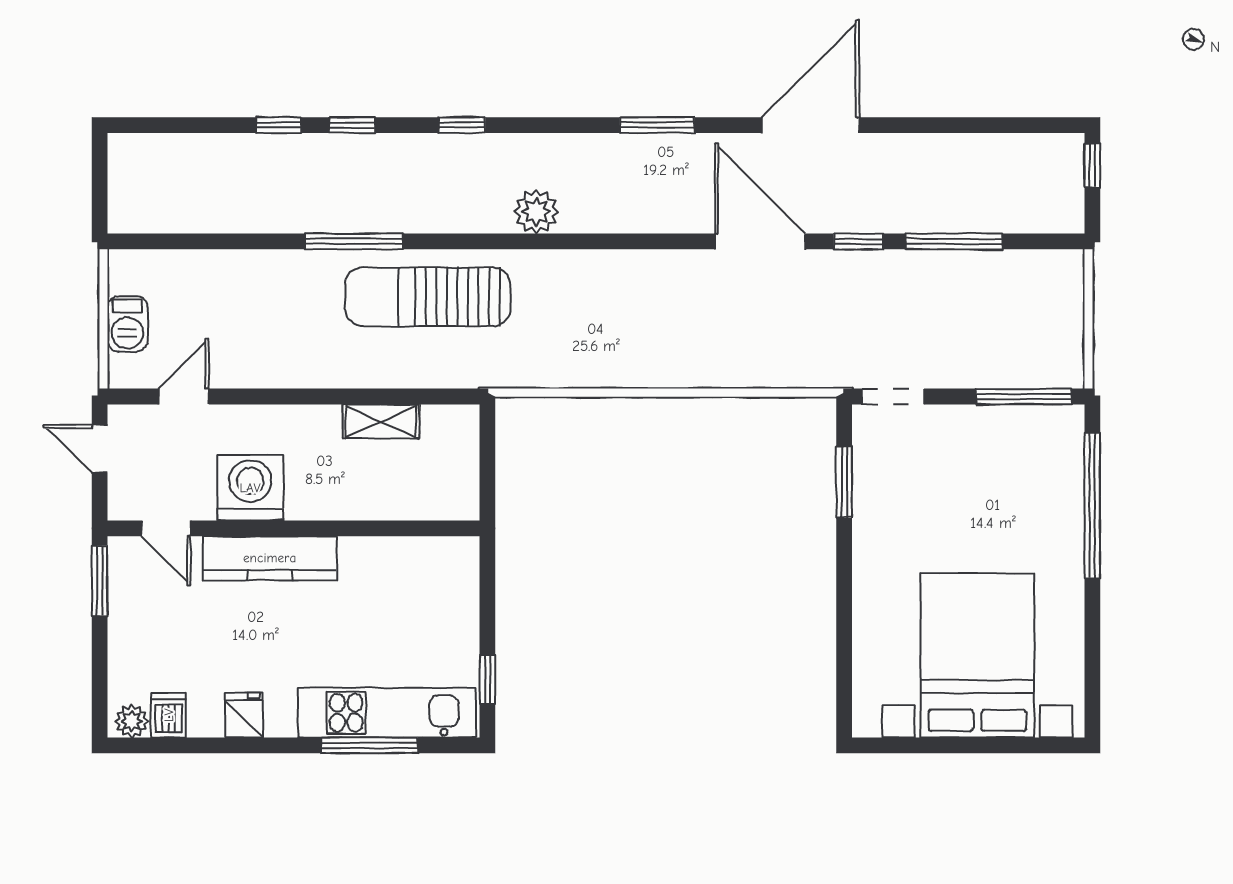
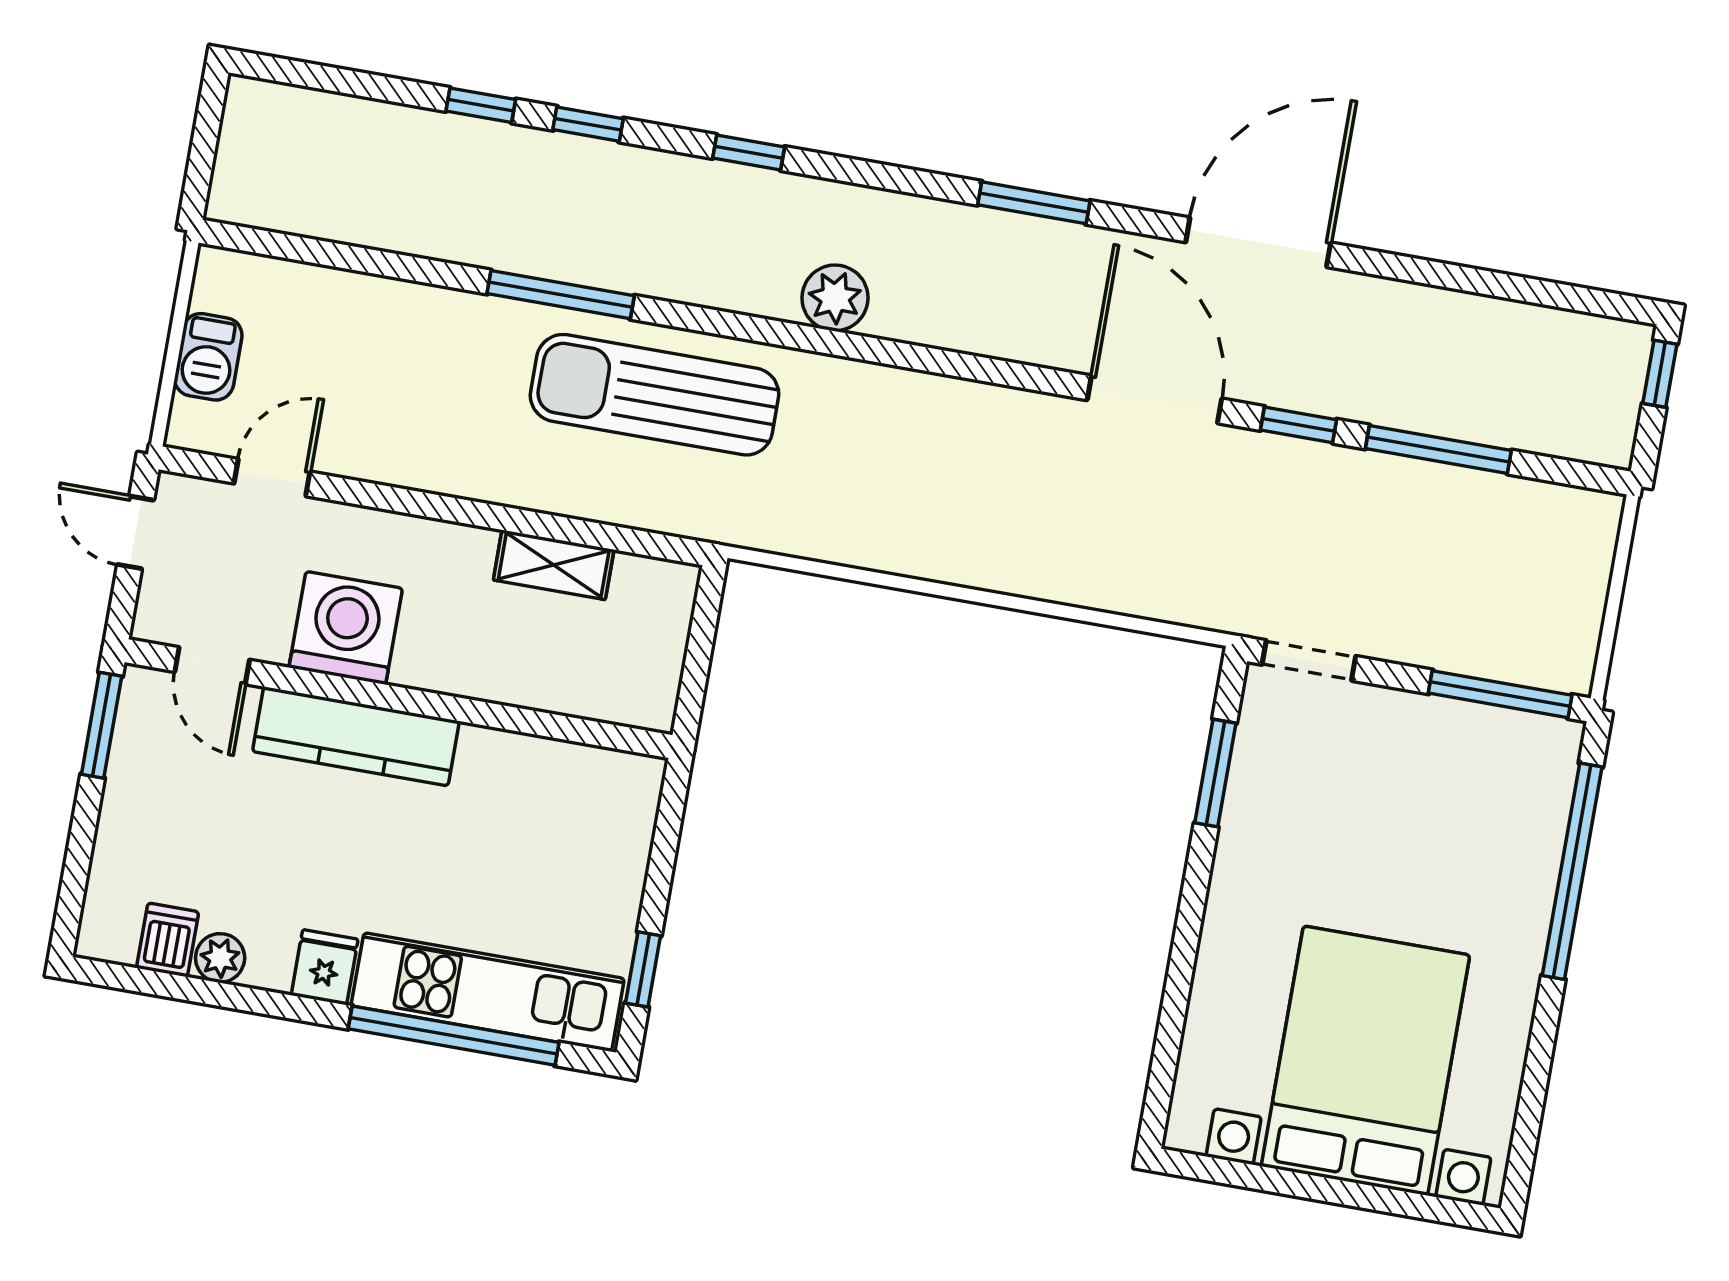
fridge: (244, 715) -> (325, 967), moved
plant: (132, 721) -> (220, 958), moved
window: (369, 745) -> (454, 1036), width x1.46

